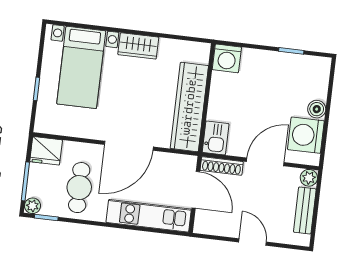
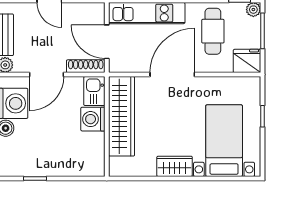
washing machine: (227, 58) -> (93, 119), moved, turned -90

